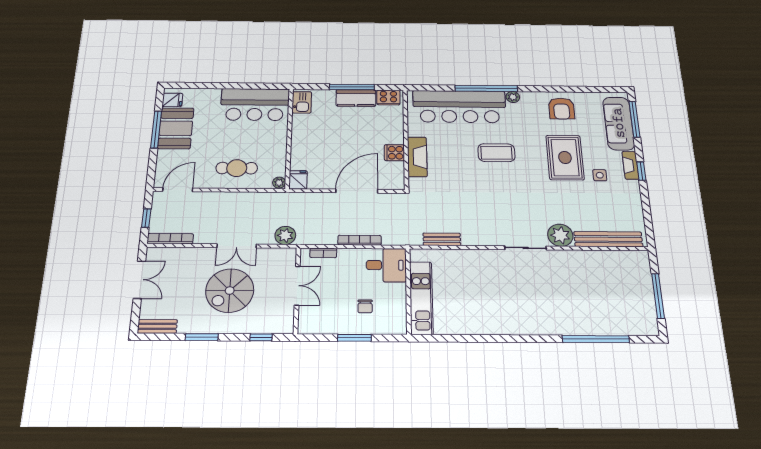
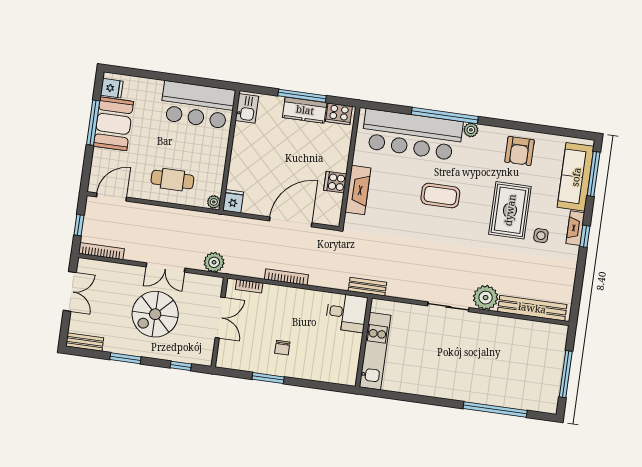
desk: (386, 265) -> (346, 313), moved
wall: (408, 291) -> (364, 342), moved
kitchen unit: (421, 298) -> (375, 351), moved

